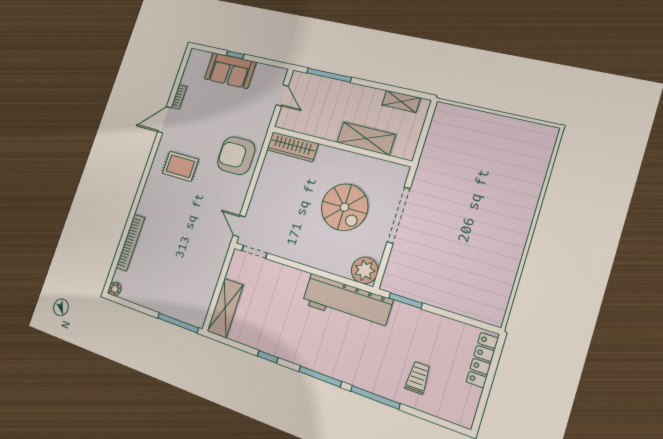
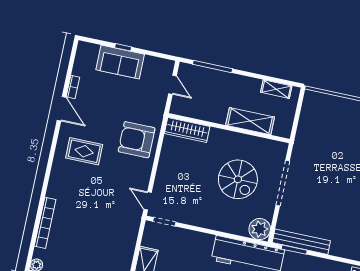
door: (164, 120) -> (61, 109), swing flipped
bench: (416, 291) -> (301, 242), added

